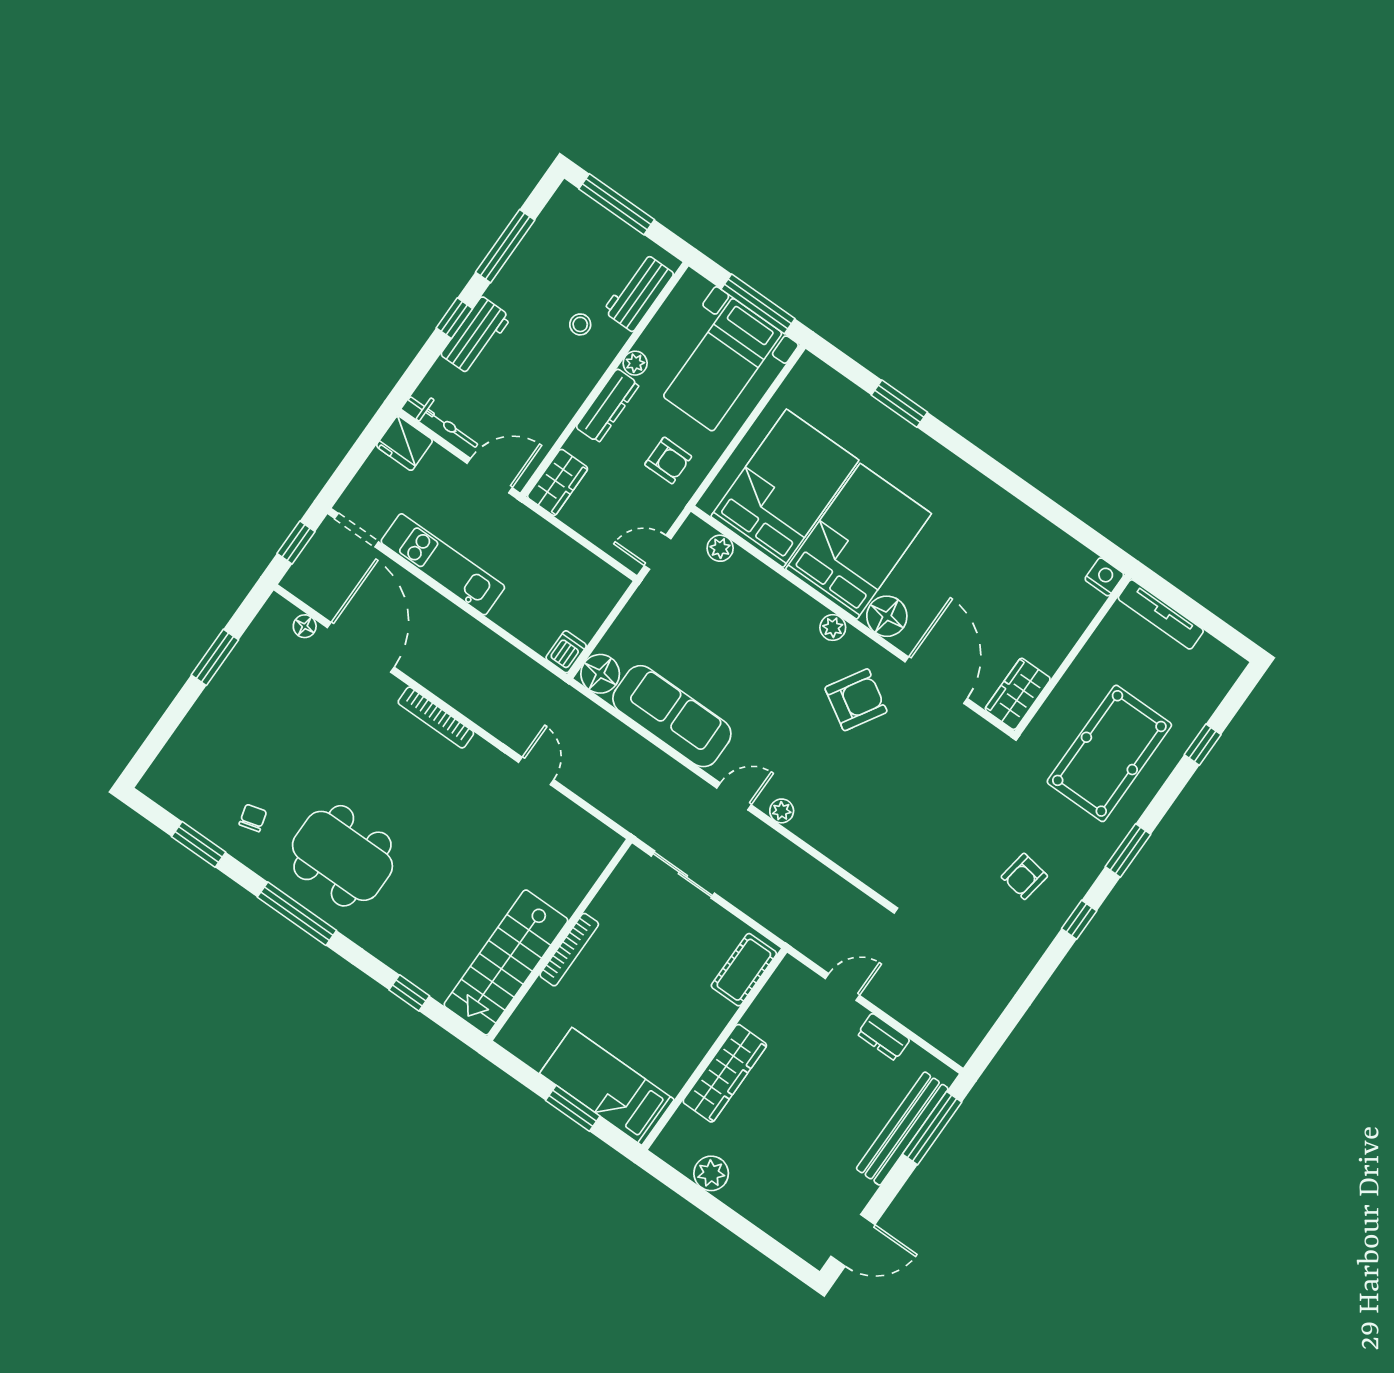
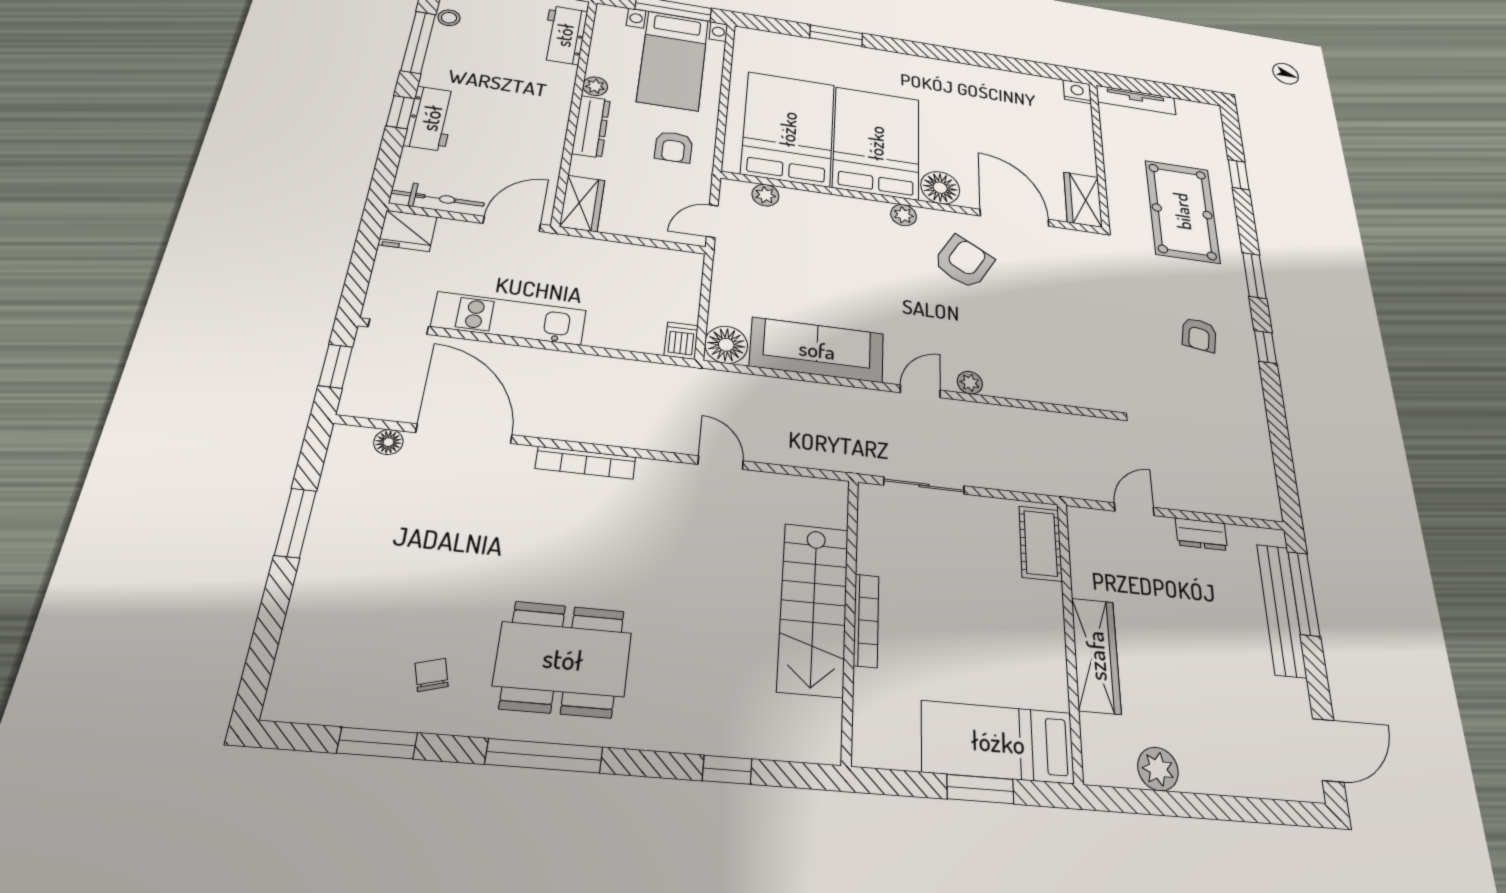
stool: (580, 324) -> (449, 18), moved
armchair: (668, 460) -> (674, 147), turned 90
stairs: (506, 962) -> (813, 608), moved

